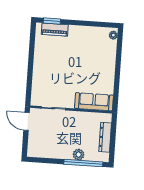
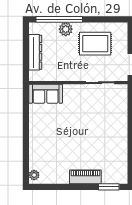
piano: (55, 30) -> (85, 177), moved
sofa: (94, 102) -> (46, 94), width x0.73
rug: (55, 141) -> (95, 44), added

